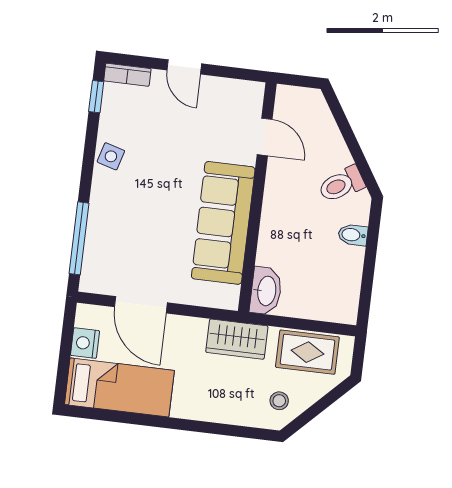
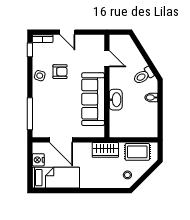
armchair: (157, 153) -> (60, 72), added
washbasin: (266, 291) -> (116, 100), moved

